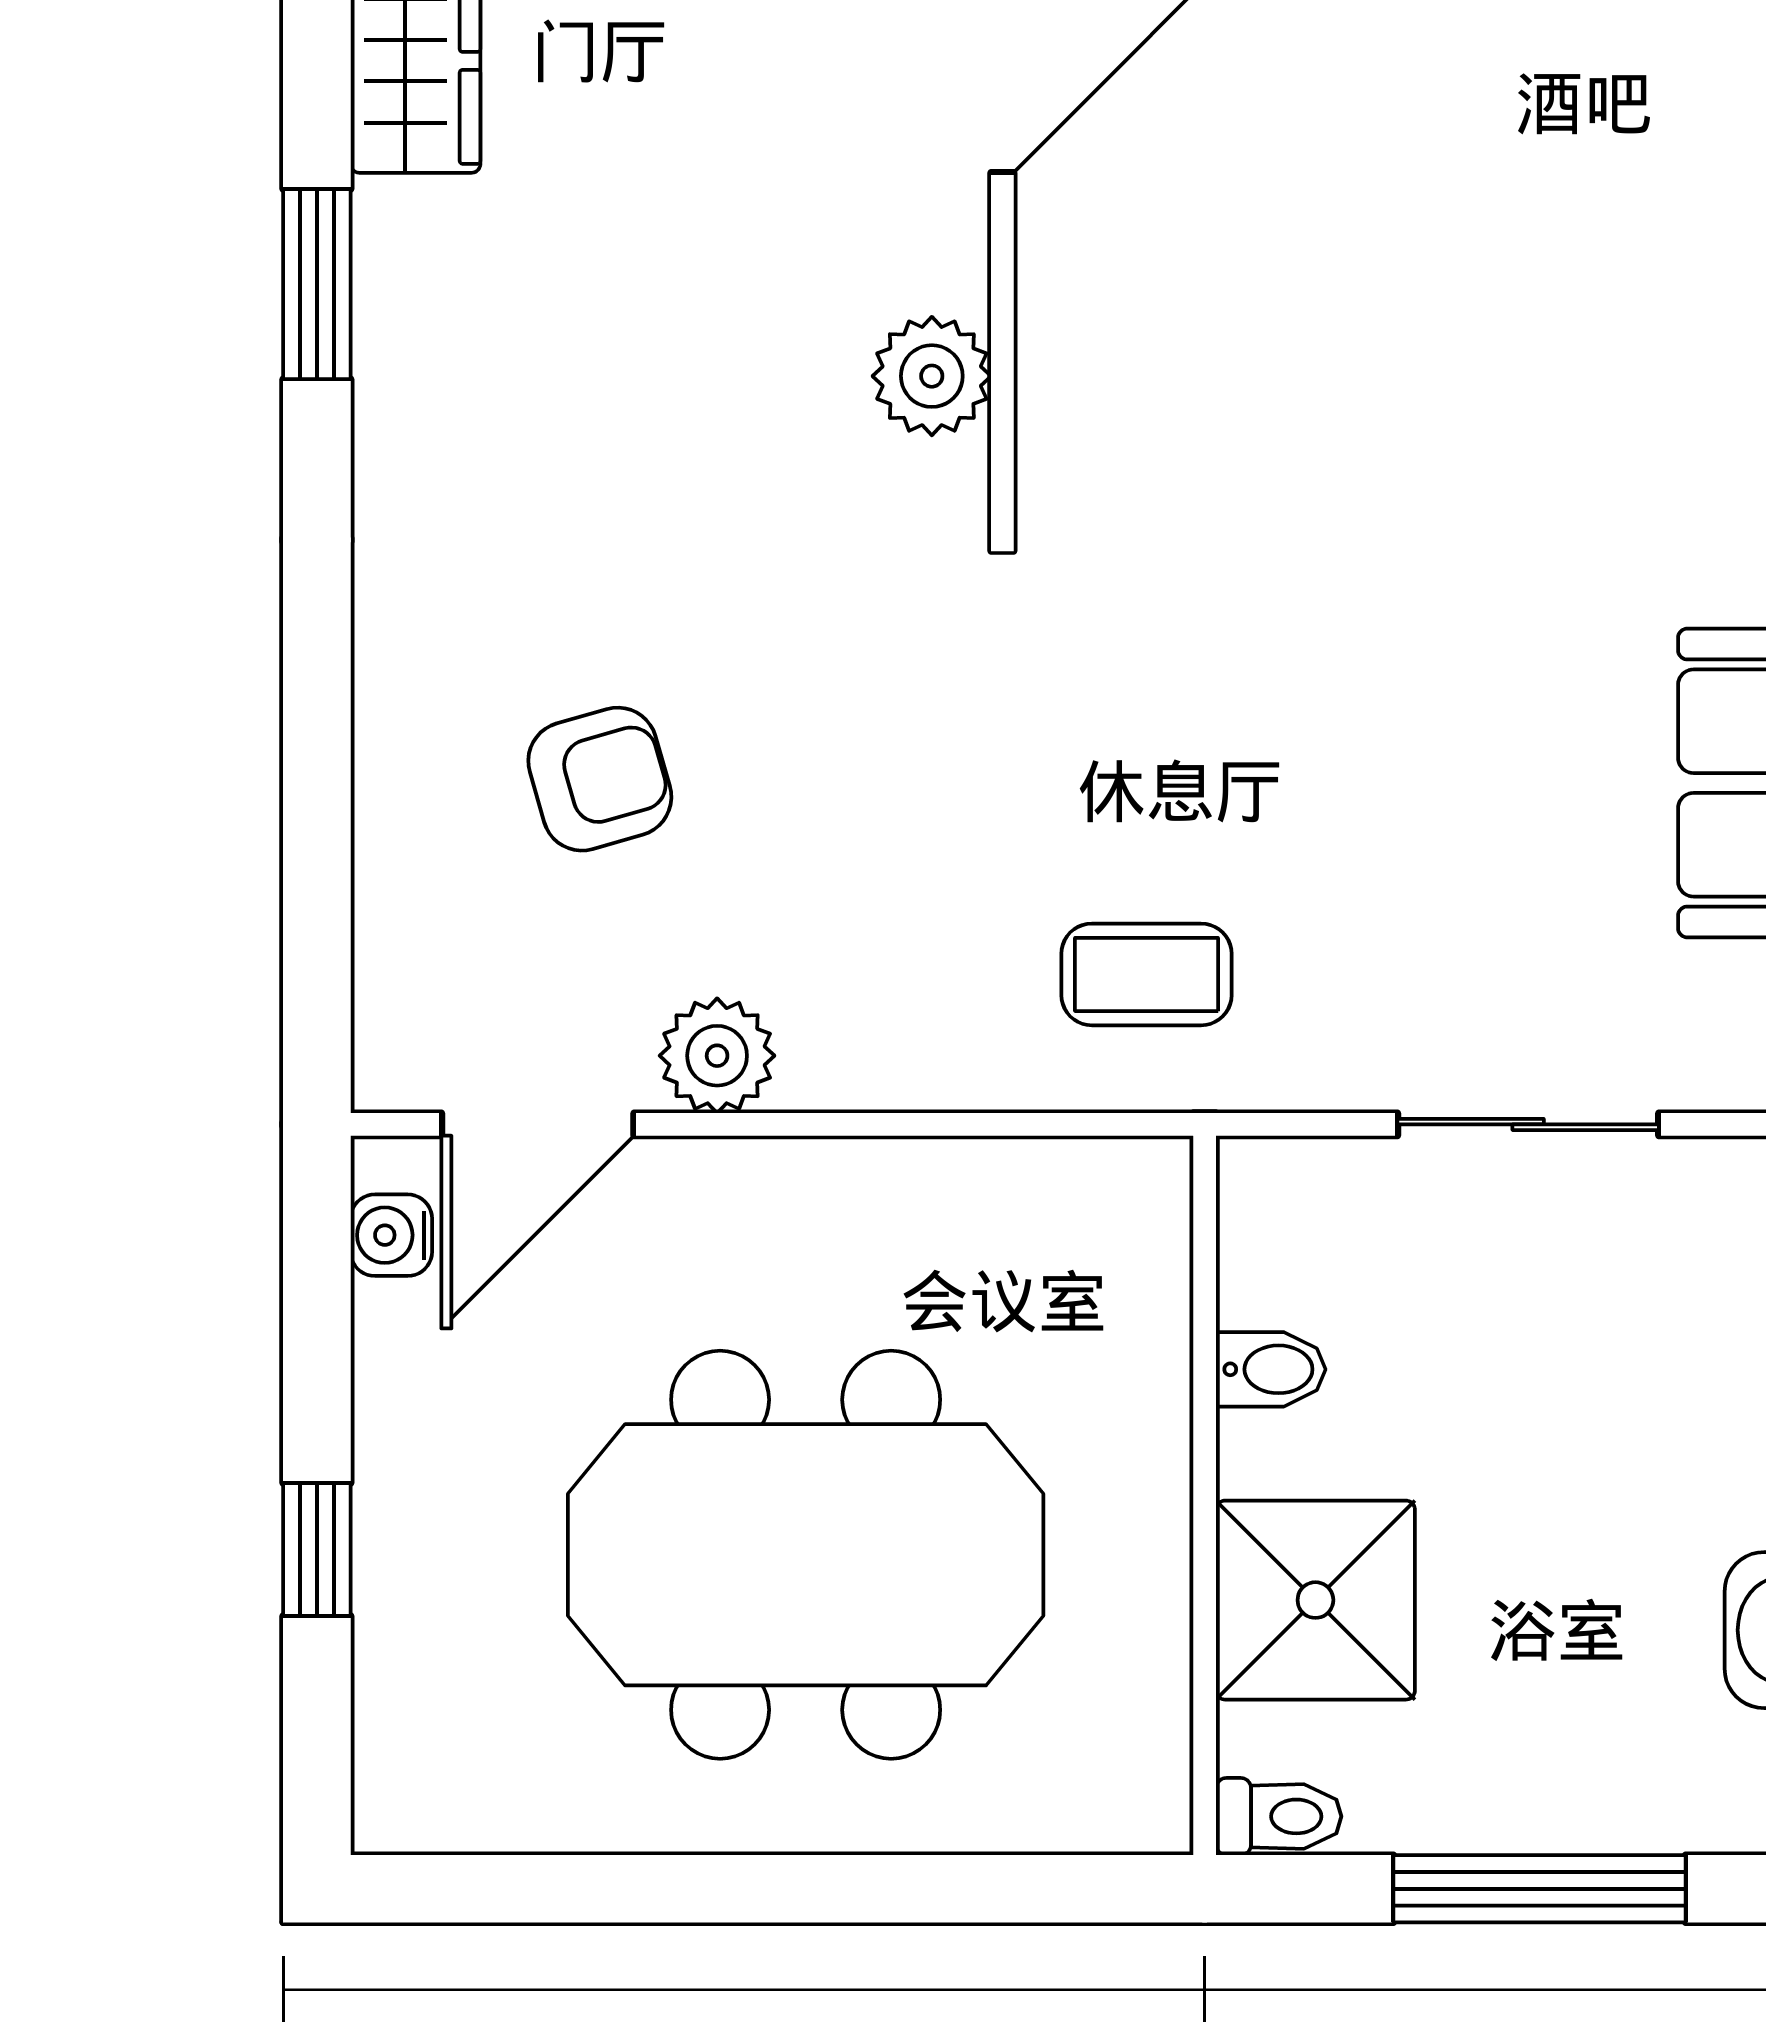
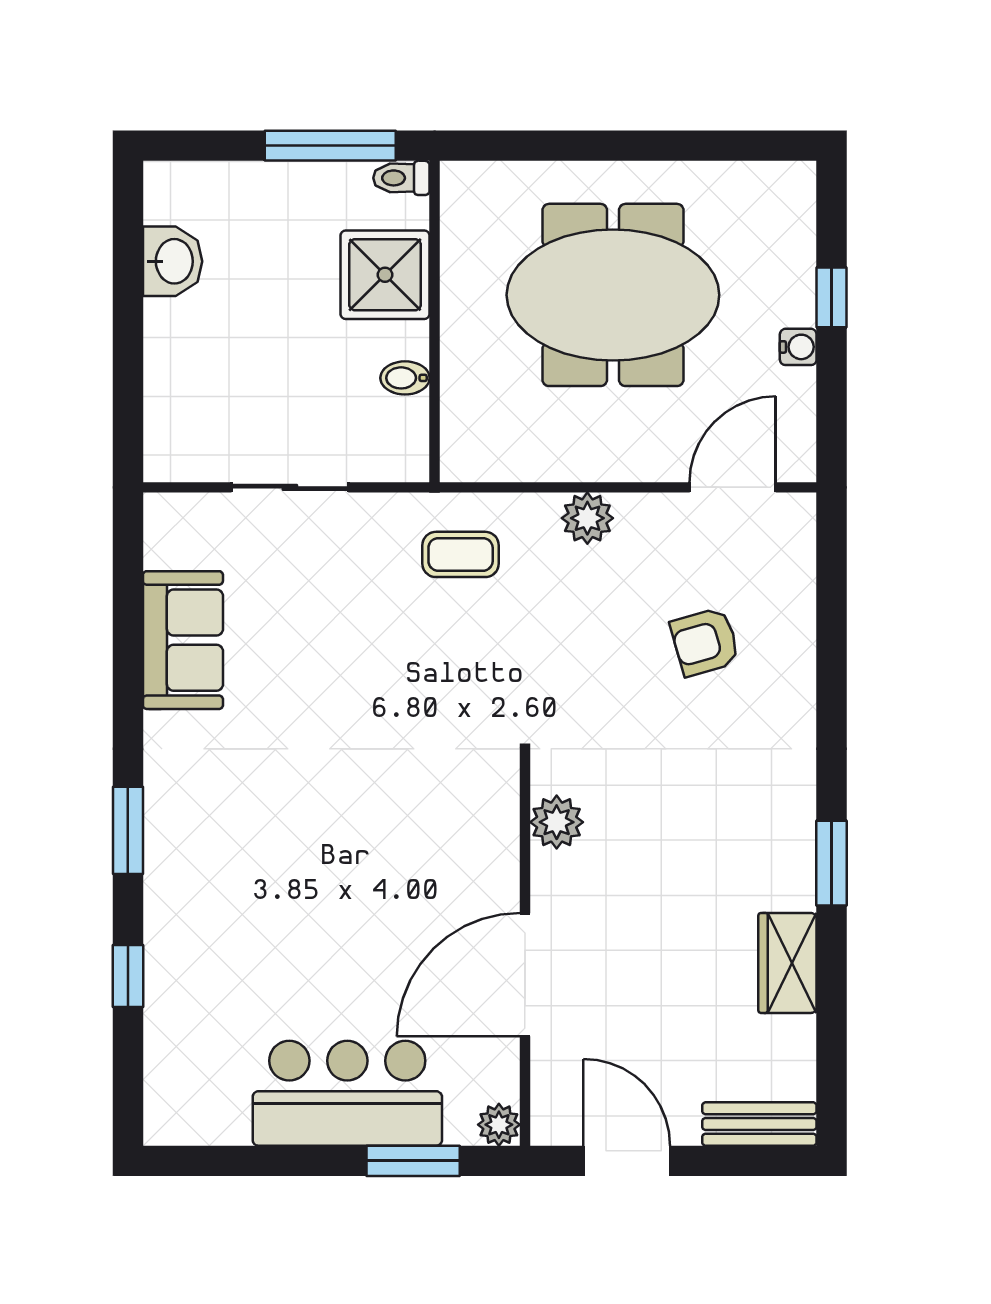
plant: (717, 1056) -> (587, 518), moved
water cooler: (391, 1235) -> (798, 347), moved
window: (1540, 1889) -> (330, 146), moved

